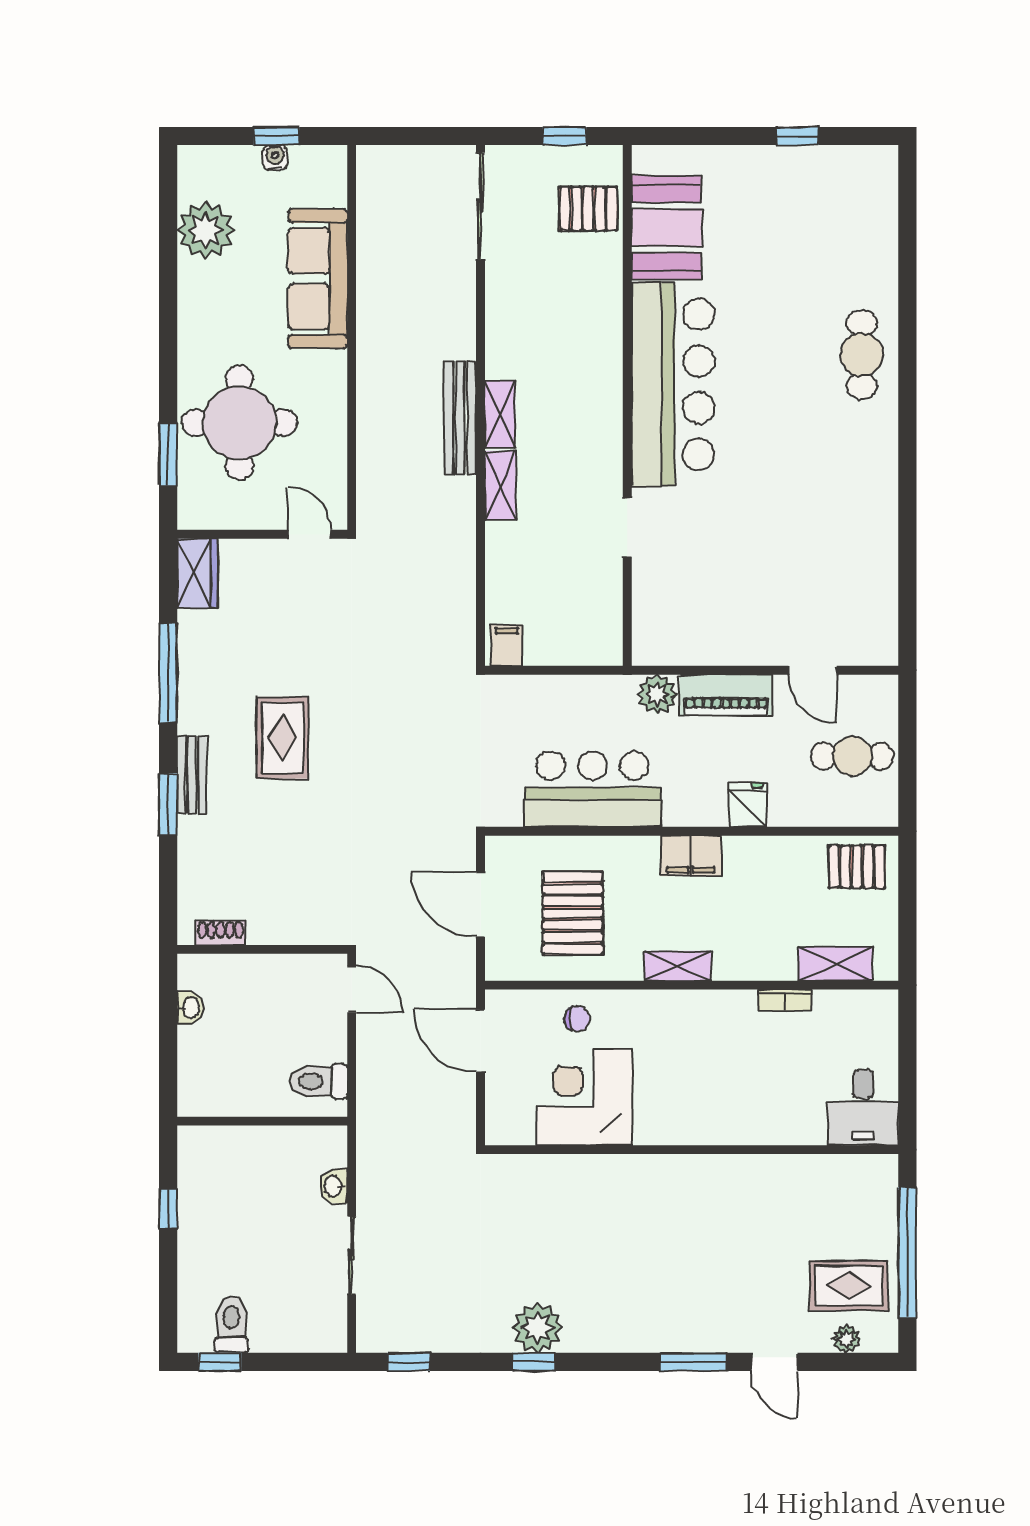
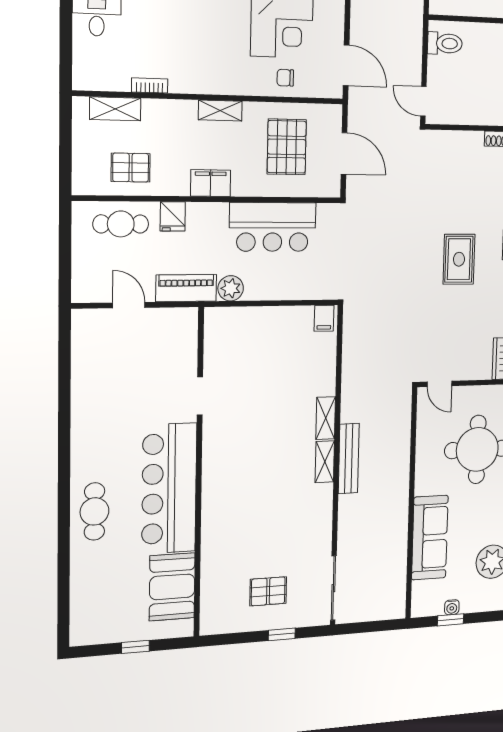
booth: (667, 228) -> (172, 587), moved
bar counter: (673, 384) -> (169, 488), moved
wall: (627, 405) -> (199, 474), moved
doorway: (627, 528) -> (200, 396), moved
cafe table: (852, 756) -> (121, 224), moved
pallet: (857, 867) -> (131, 168), moved

